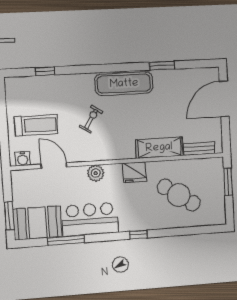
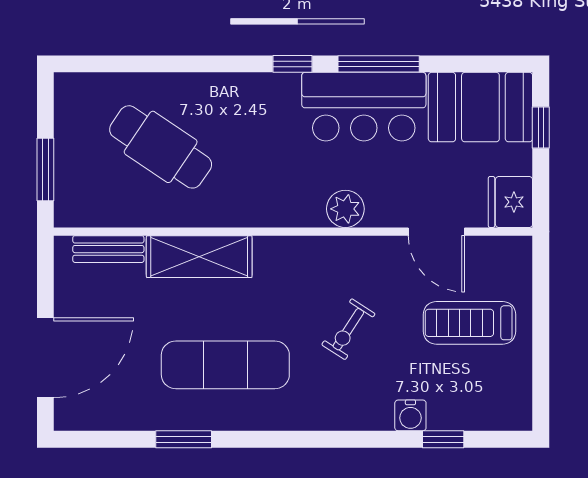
exercise mat: (124, 84) -> (225, 365), moved
water cooler: (23, 159) -> (410, 415), moved, turned 180
fridge: (135, 172) -> (510, 202), moved, turned -90
window: (9, 216) -> (541, 128), width x0.67
window: (138, 235) -> (293, 64), moved
window: (66, 240) -> (379, 64), moved

